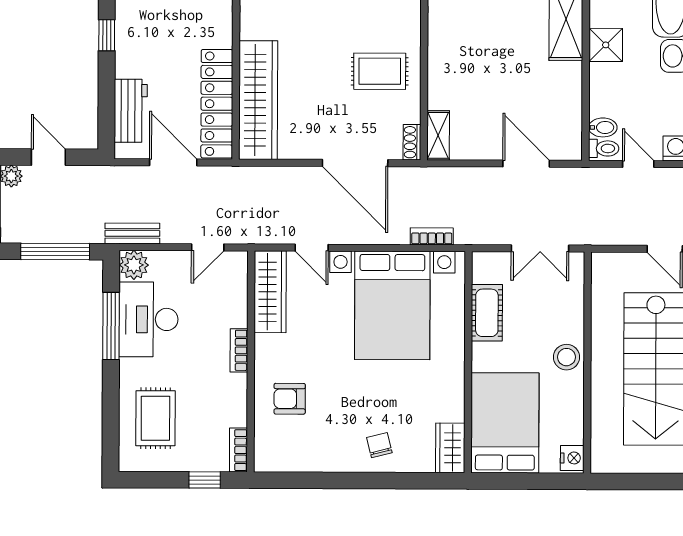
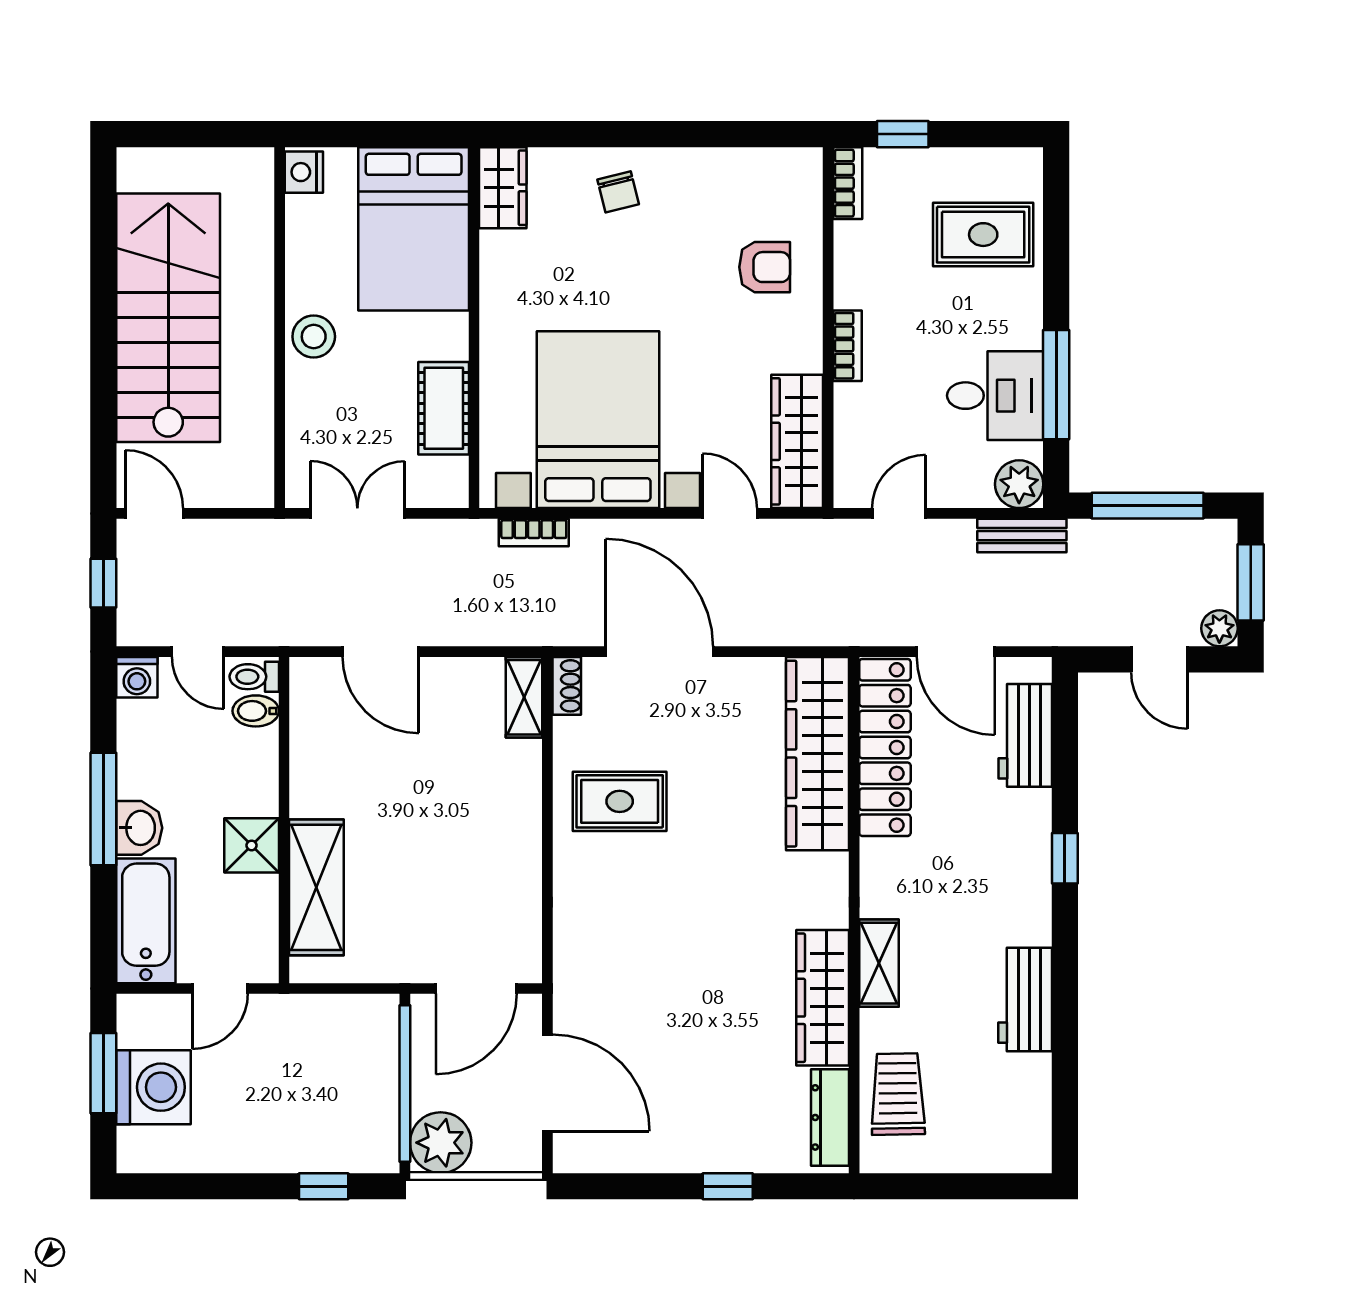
desk: (148, 319) -> (995, 396), width x0.73
rug: (155, 418) -> (983, 235), turned 90

